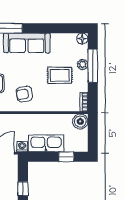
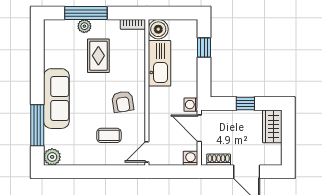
floor lamp: (82, 39) -> (51, 27), removed
kitchen sink: (46, 143) -> (159, 63), moved, turned 180

